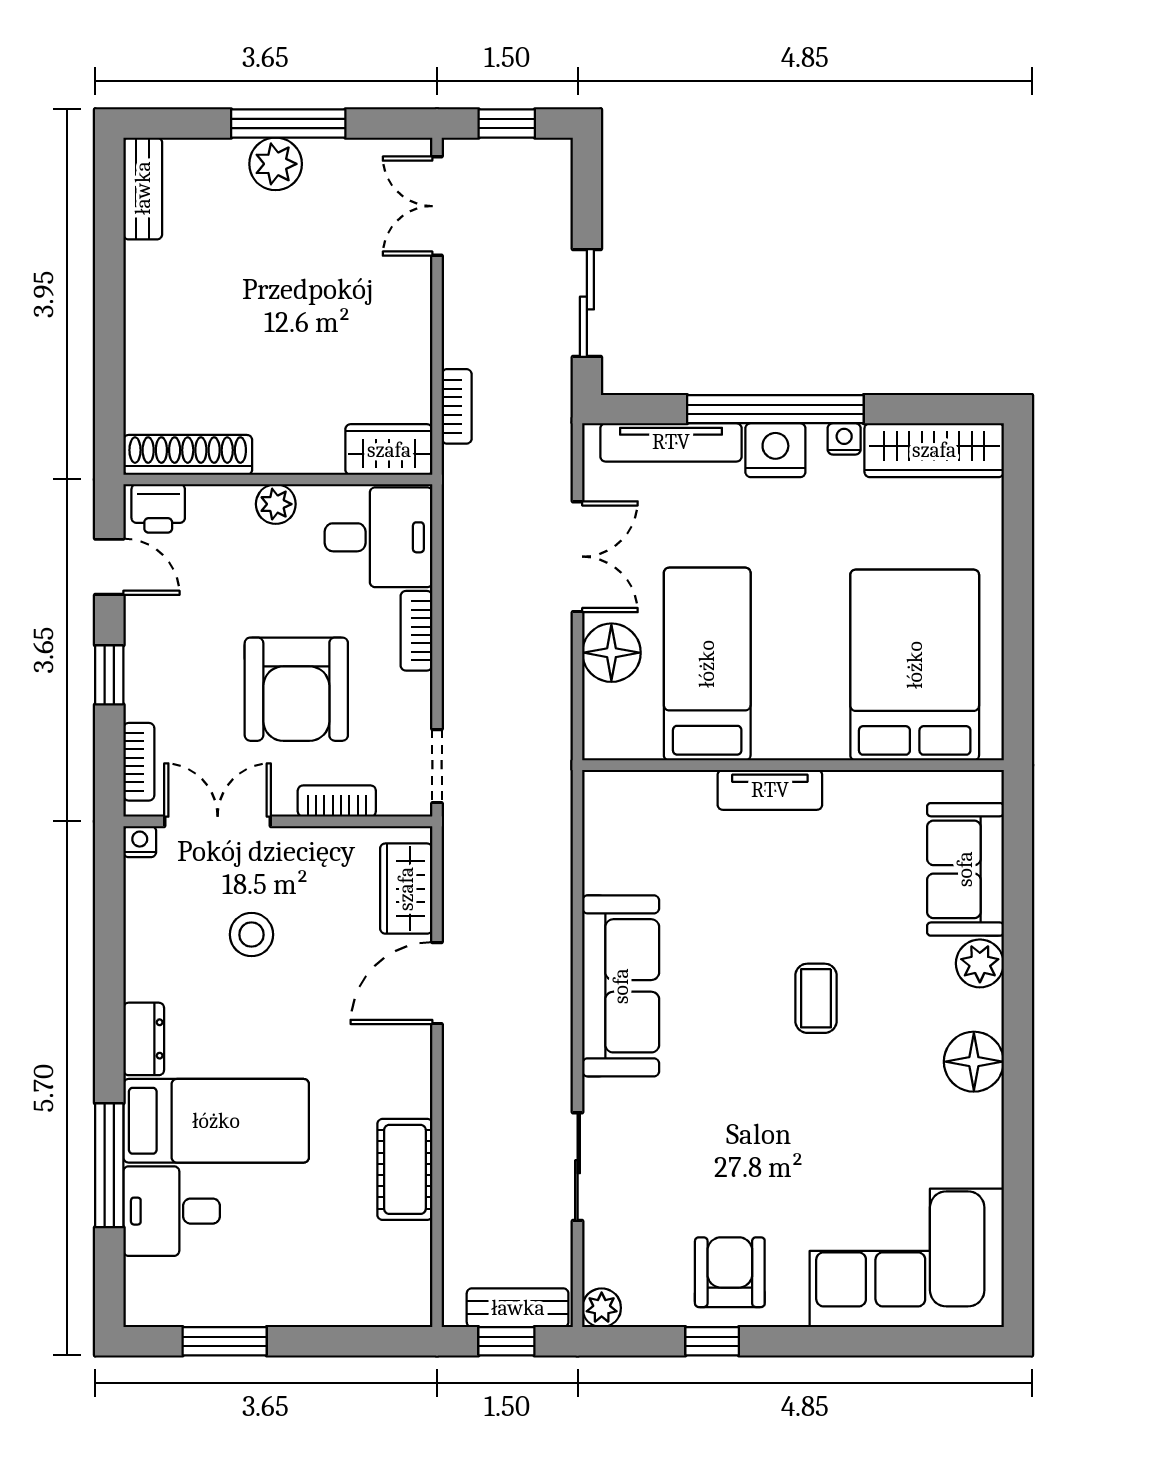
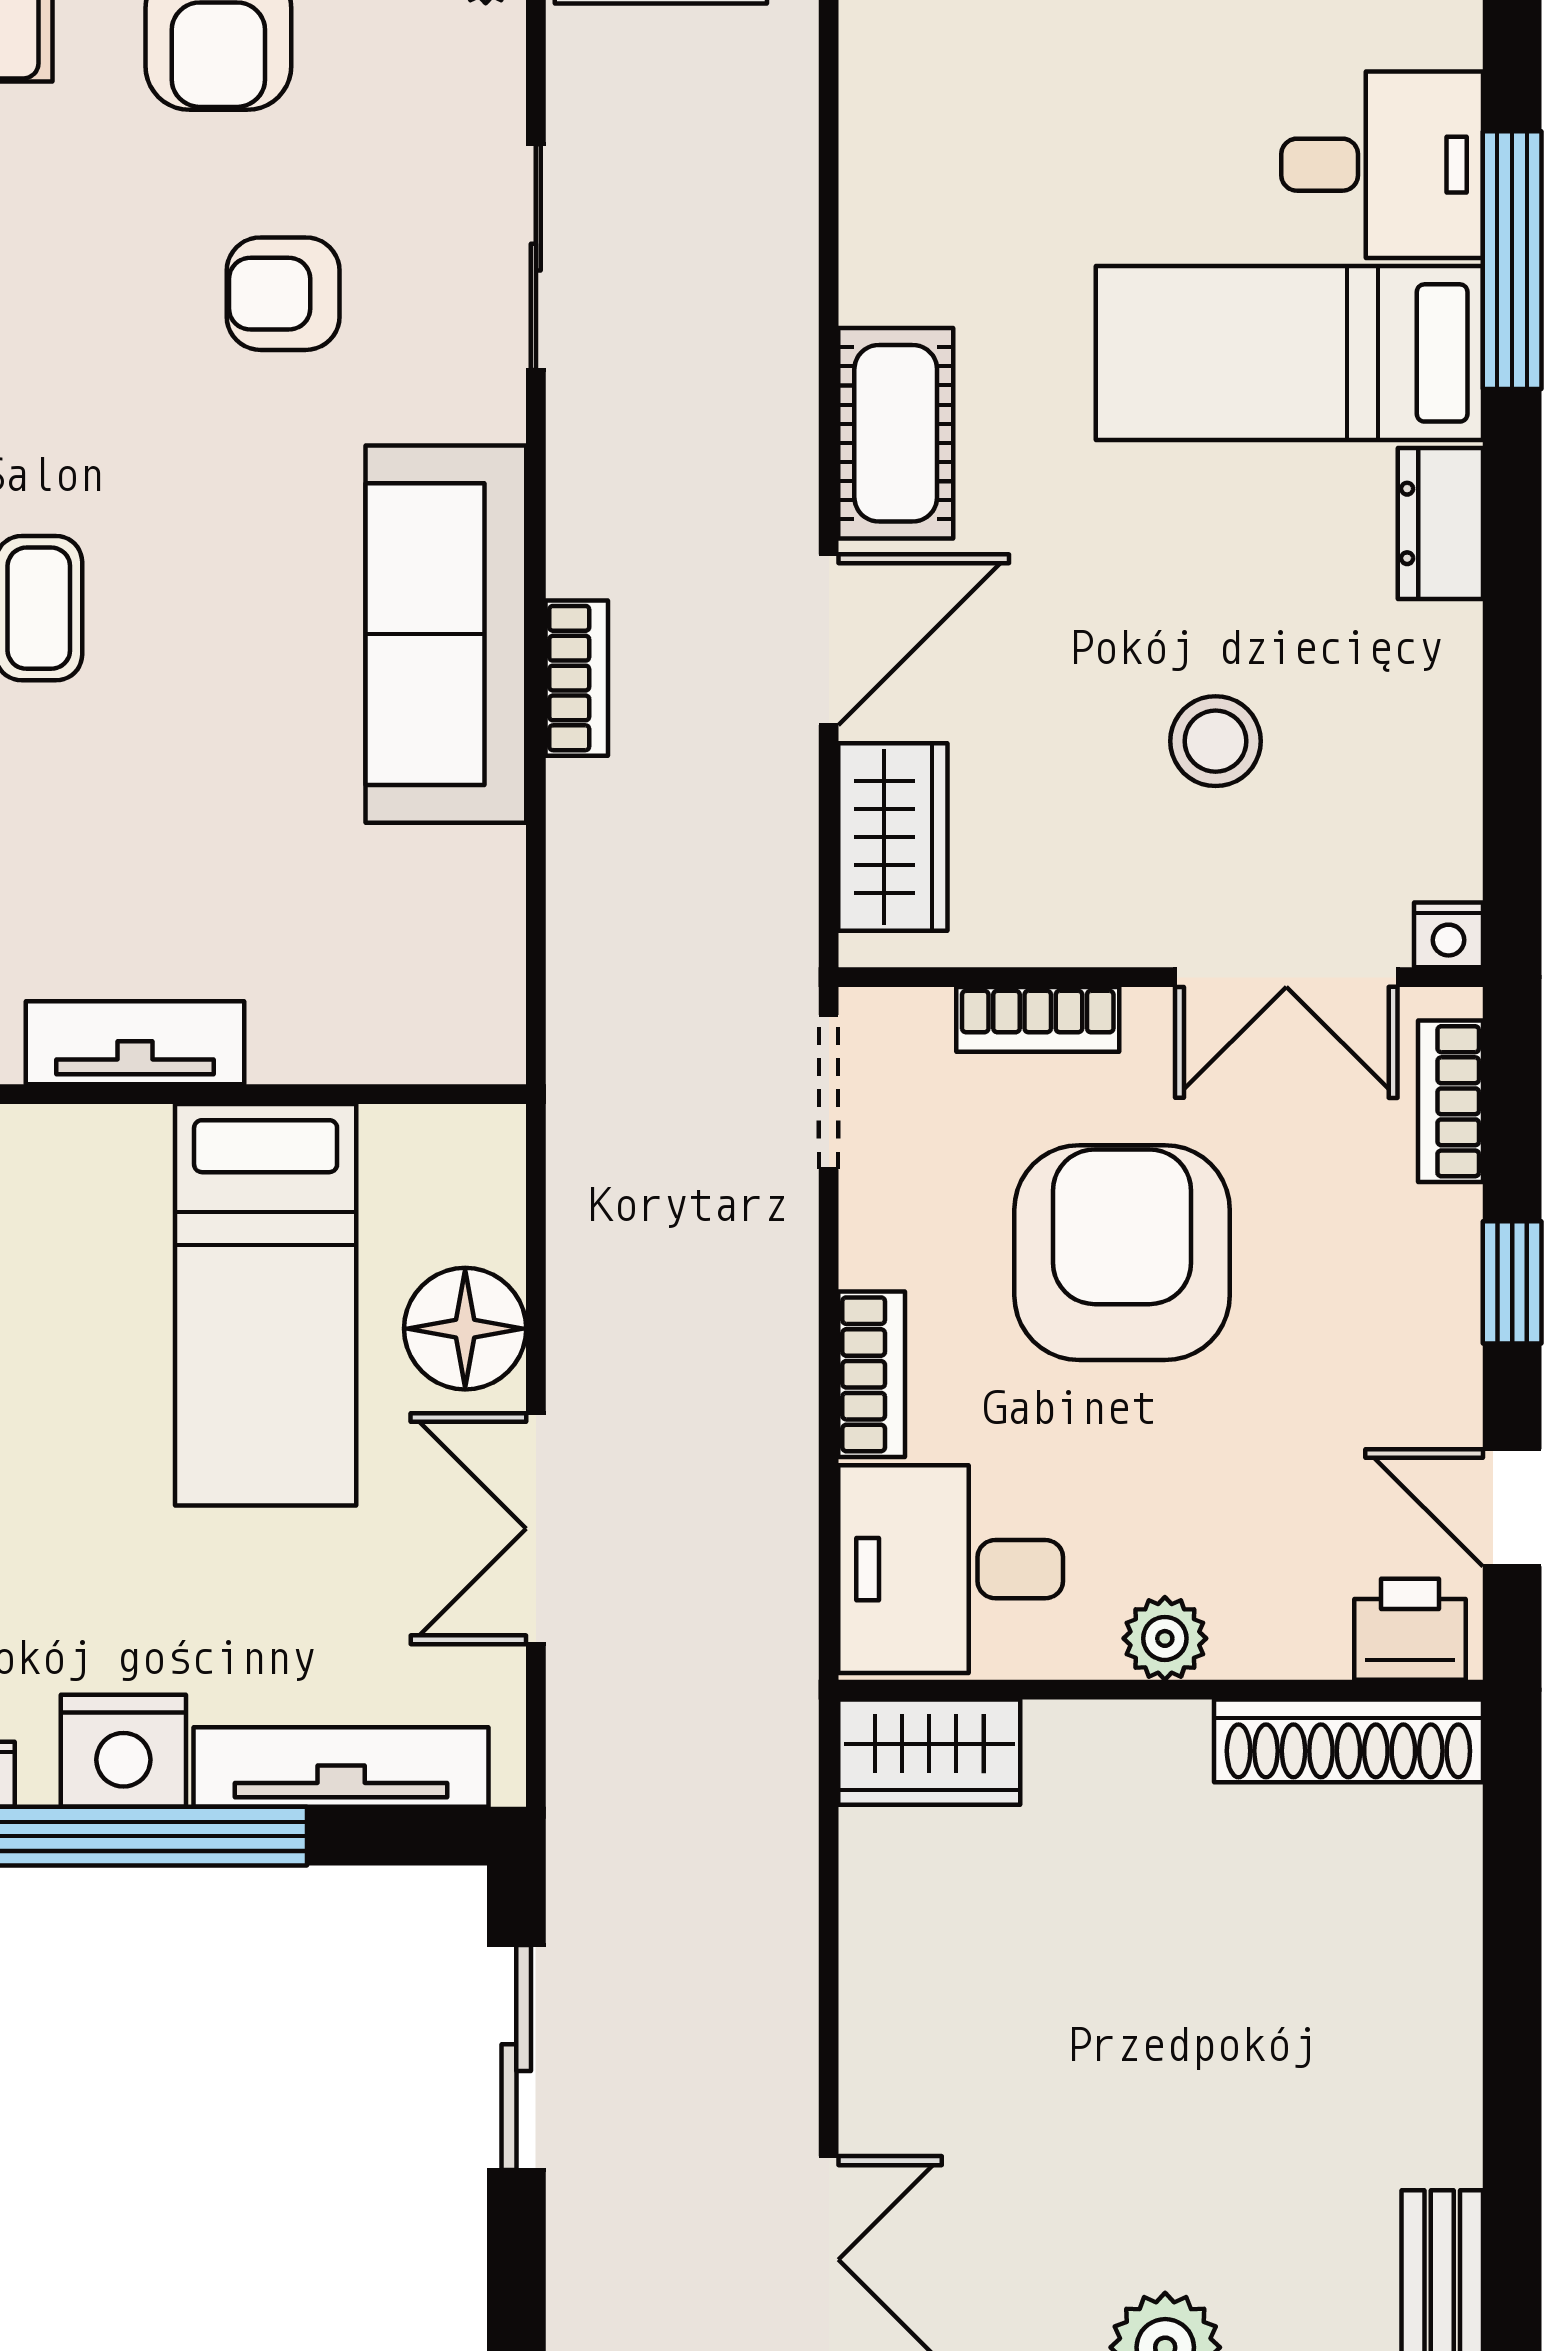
bookcase: (457, 406) -> (577, 678), moved, turned 180
armchair: (699, 1149) -> (283, 294), added
cot: (405, 1169) -> (896, 433), moved

